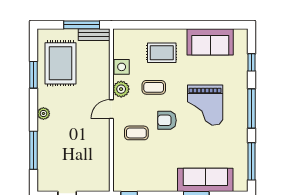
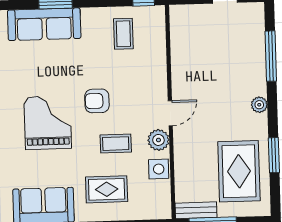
armchair: (167, 120) -> (97, 101), turned 180
coffee table: (136, 133) -> (123, 34), moved, turned 90

